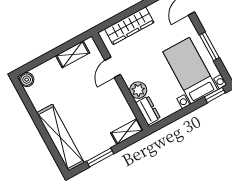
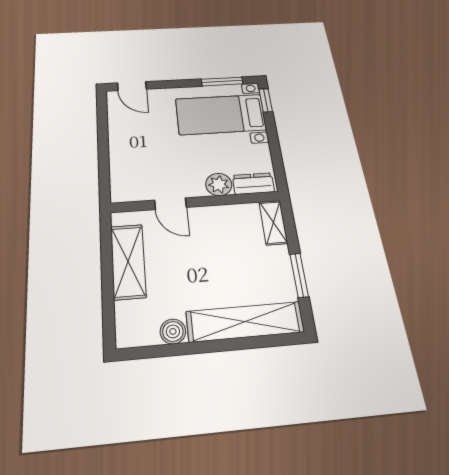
wardrobe: (129, 26) -> (122, 160), removed
window: (209, 46) -> (222, 82), moved
shelving: (73, 54) -> (128, 261), width x1.50, depth x1.33
boiler: (27, 80) -> (173, 331), moved

